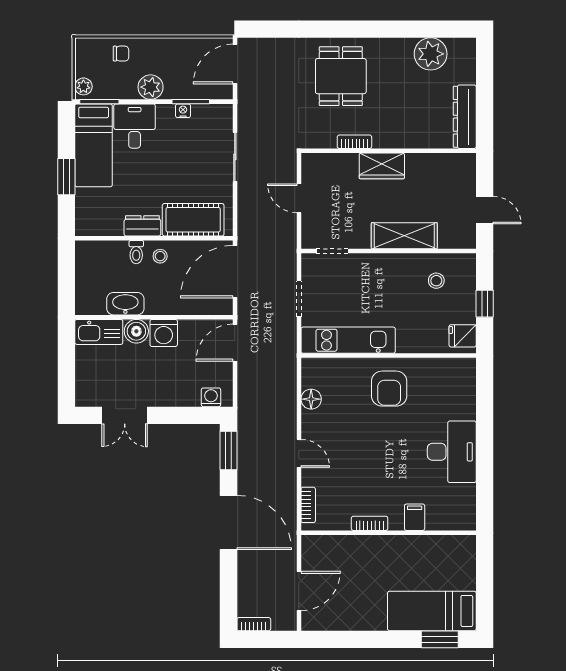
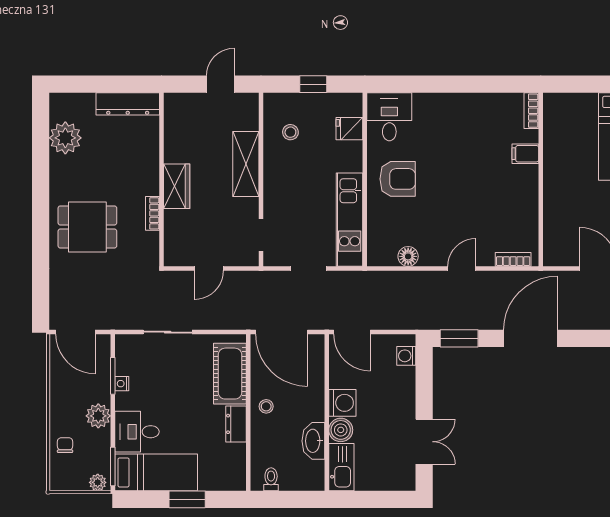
toilet: (136, 252) -> (271, 479), moved, turned -90
fridge: (463, 336) -> (349, 129), moved, turned 90
desk: (452, 452) -> (389, 117), moved, width x0.73
bookcase: (370, 523) -> (531, 111), moved

